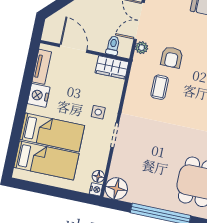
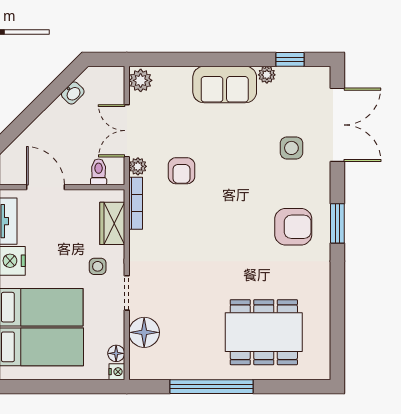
wardrobe: (112, 67) -> (112, 223), moved, turned 90
bookcase: (135, 73) -> (136, 203), added
coffee table: (160, 87) -> (174, 215), removed
floor lamp: (116, 189) -> (144, 332), moved

